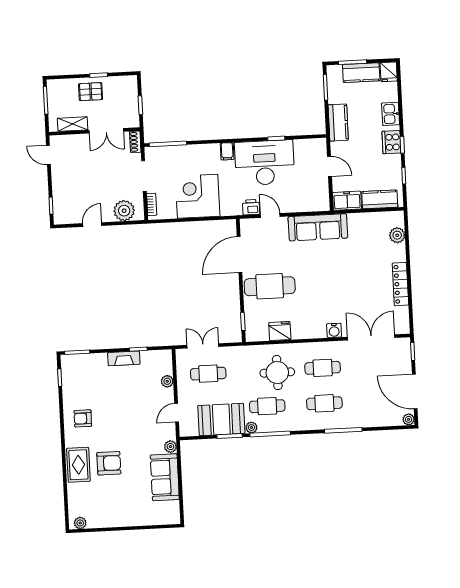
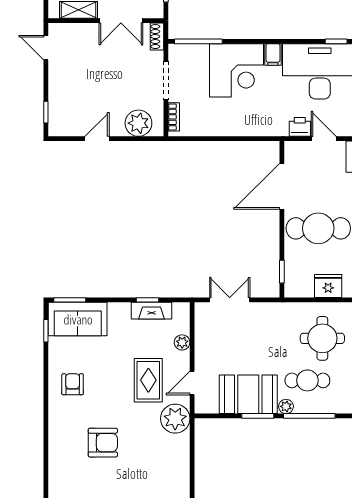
corner desk: (198, 196) -> (236, 70), moved, turned 180
fireplace: (124, 358) -> (152, 311), moved
cafe table: (208, 374) -> (235, 335), removed
armchair: (83, 418) -> (73, 384), turned 90
plant: (170, 447) -> (175, 419), width x1.88, depth x1.88
rug: (78, 465) -> (148, 380), moved
sofa: (165, 477) -> (78, 319), moved, turned -90

